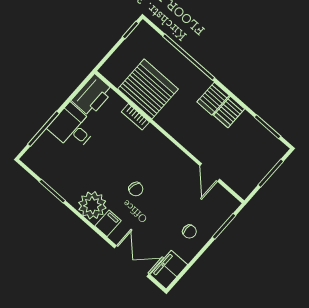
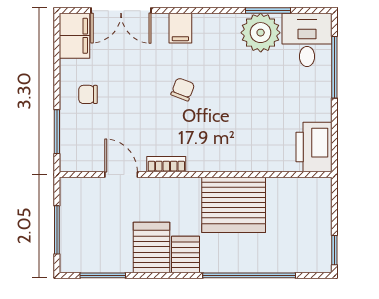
server rack: (148, 89) -> (234, 205), moved
server rack: (229, 112) -> (151, 248), width x1.36, depth x1.44
bookcase: (135, 117) -> (166, 164), moved
desk: (73, 128) -> (307, 40), moved, turned -90
chair: (136, 189) -> (183, 89), turned 95
plant: (92, 205) -> (261, 33), moved

